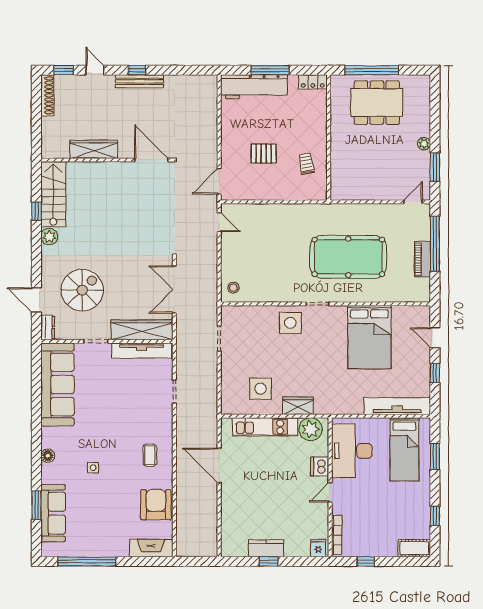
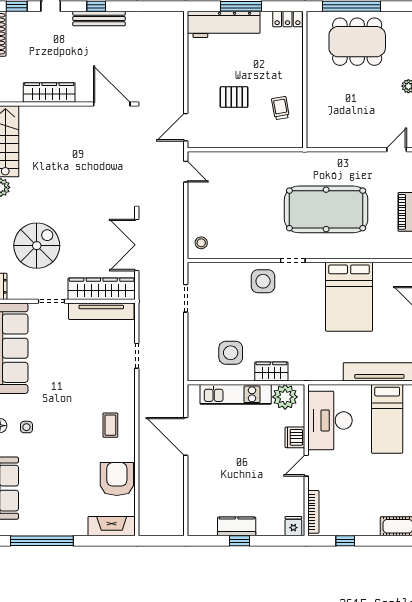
side table: (93, 468) -> (26, 427), moved

